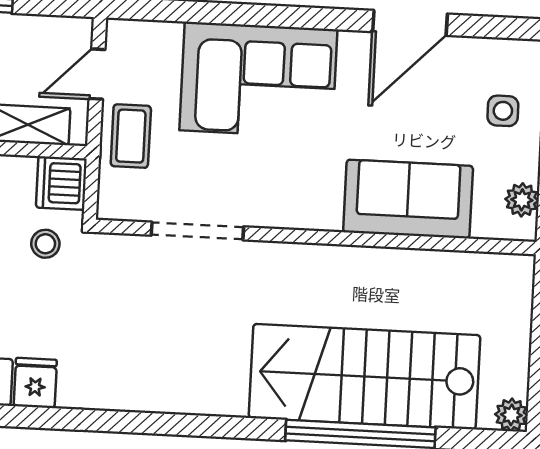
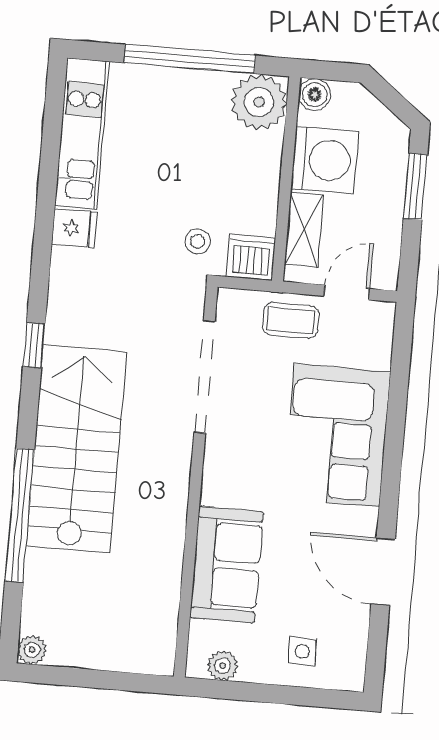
door: (97, 74) -> (347, 292), hinge flipped
doorway: (197, 231) -> (205, 377), width x1.36
stairs: (365, 377) -> (76, 449), moved
window: (168, 424) -> (34, 345), added

